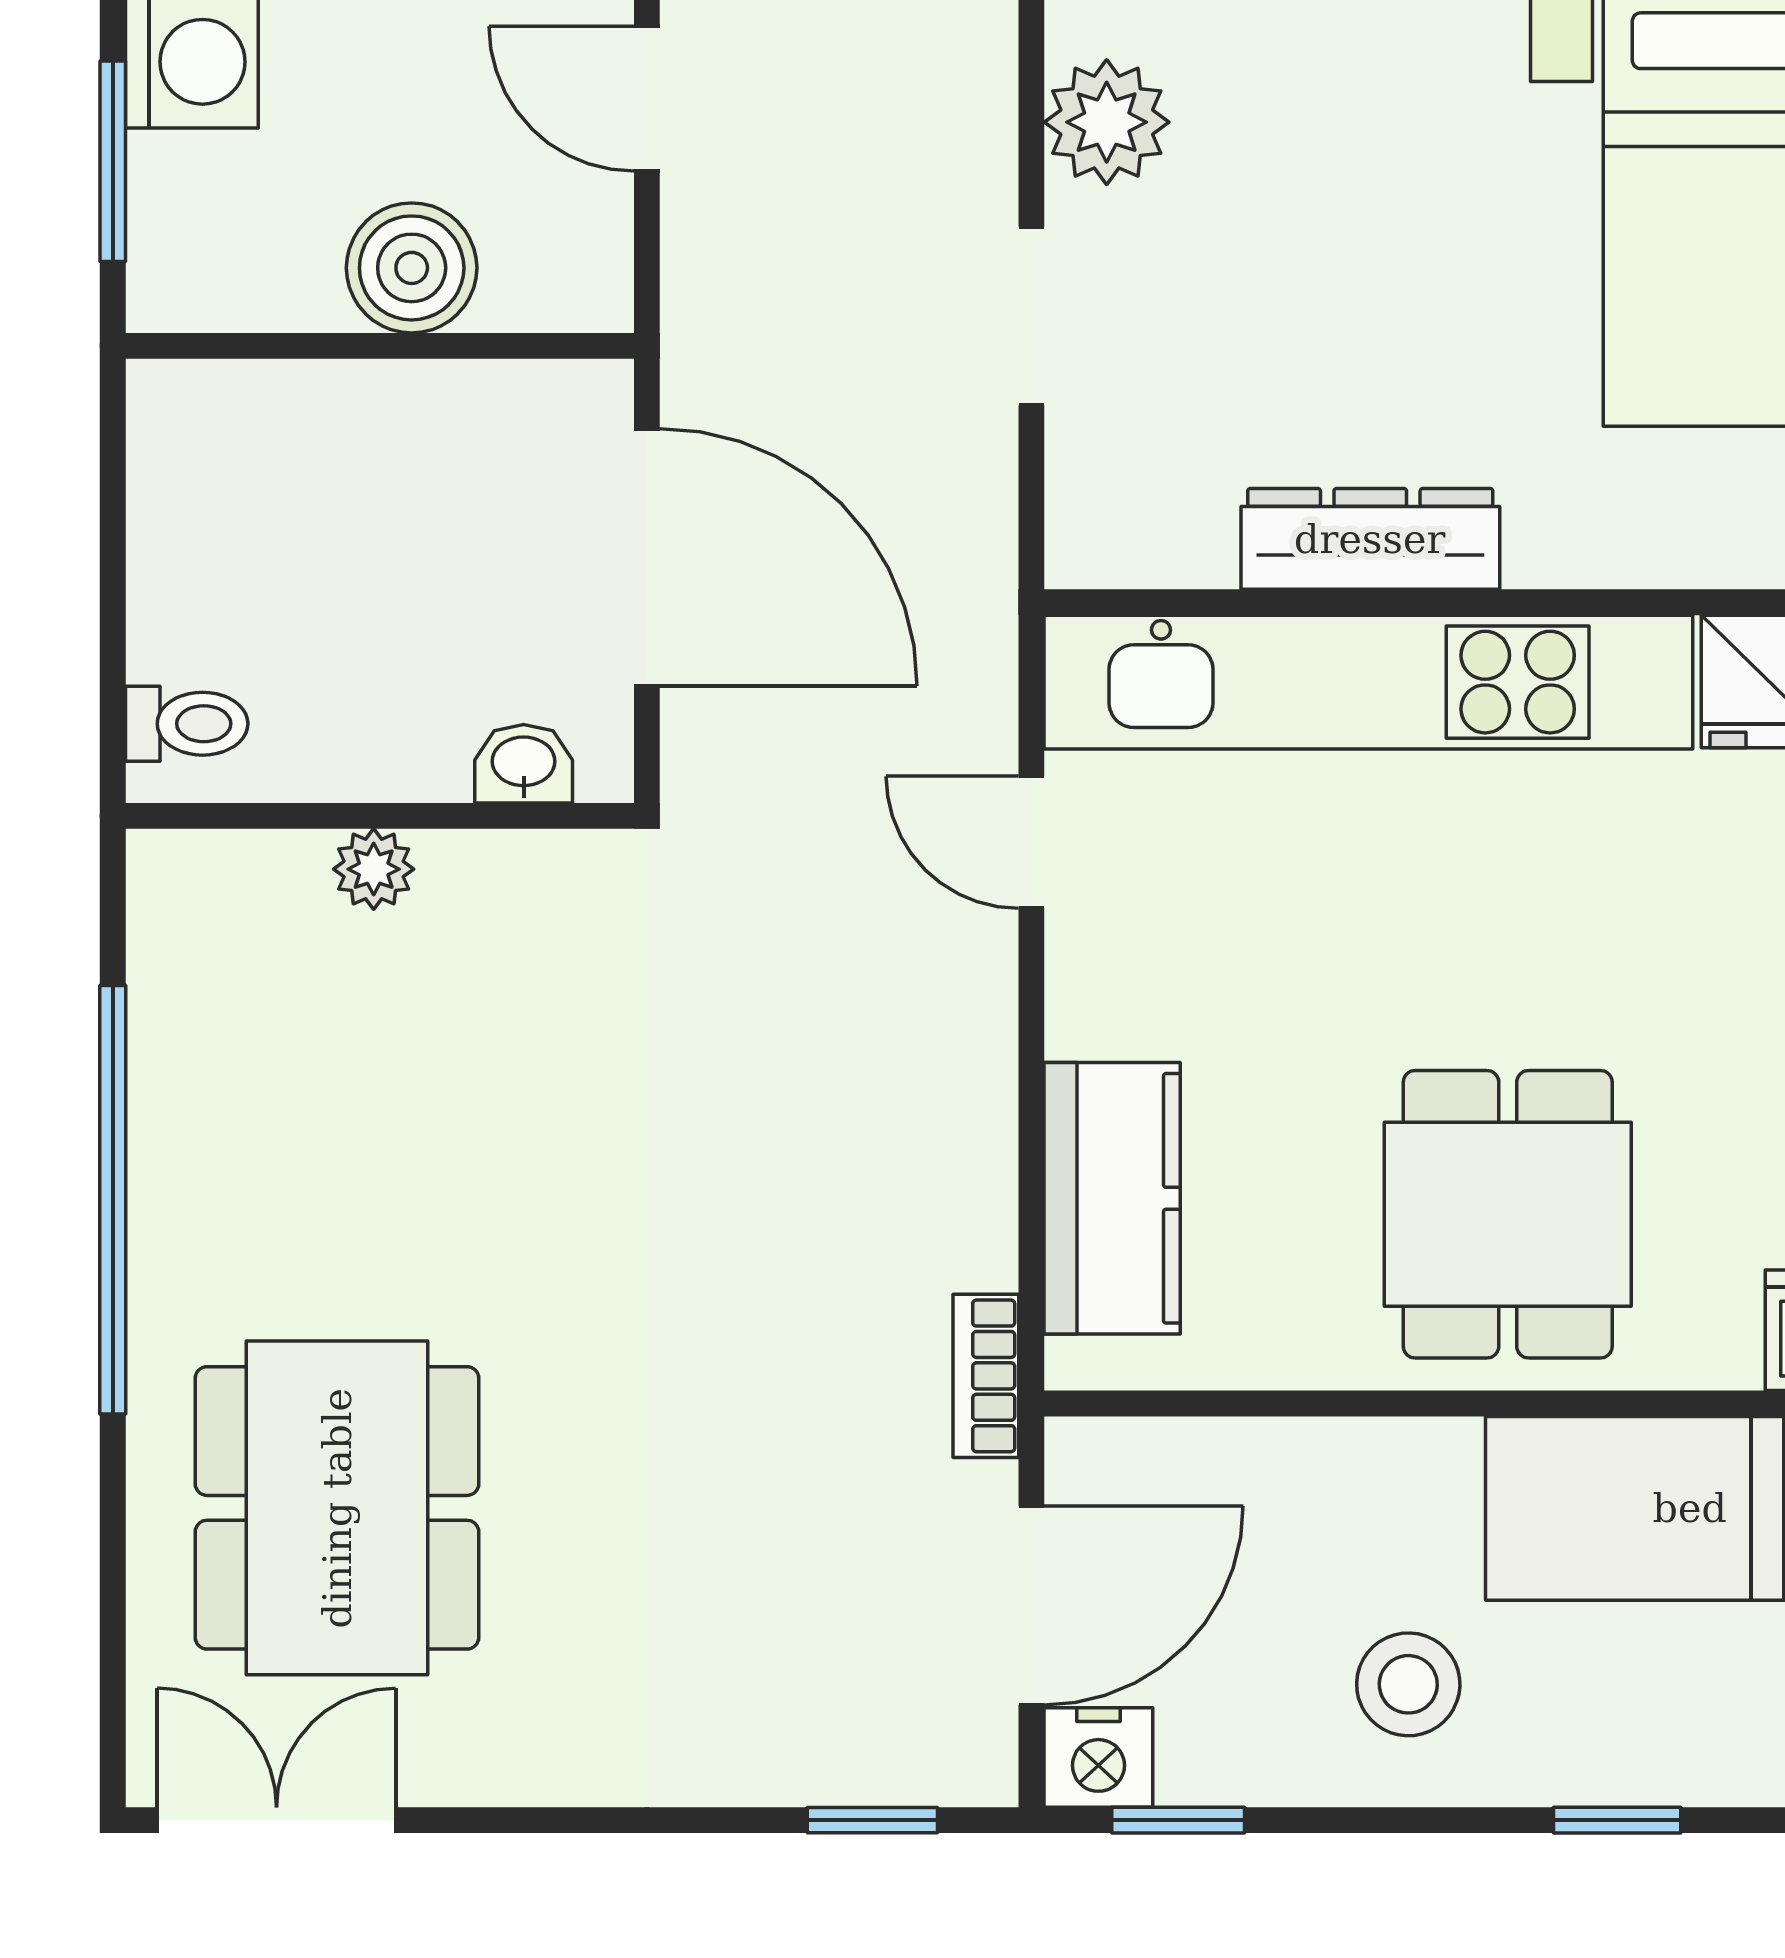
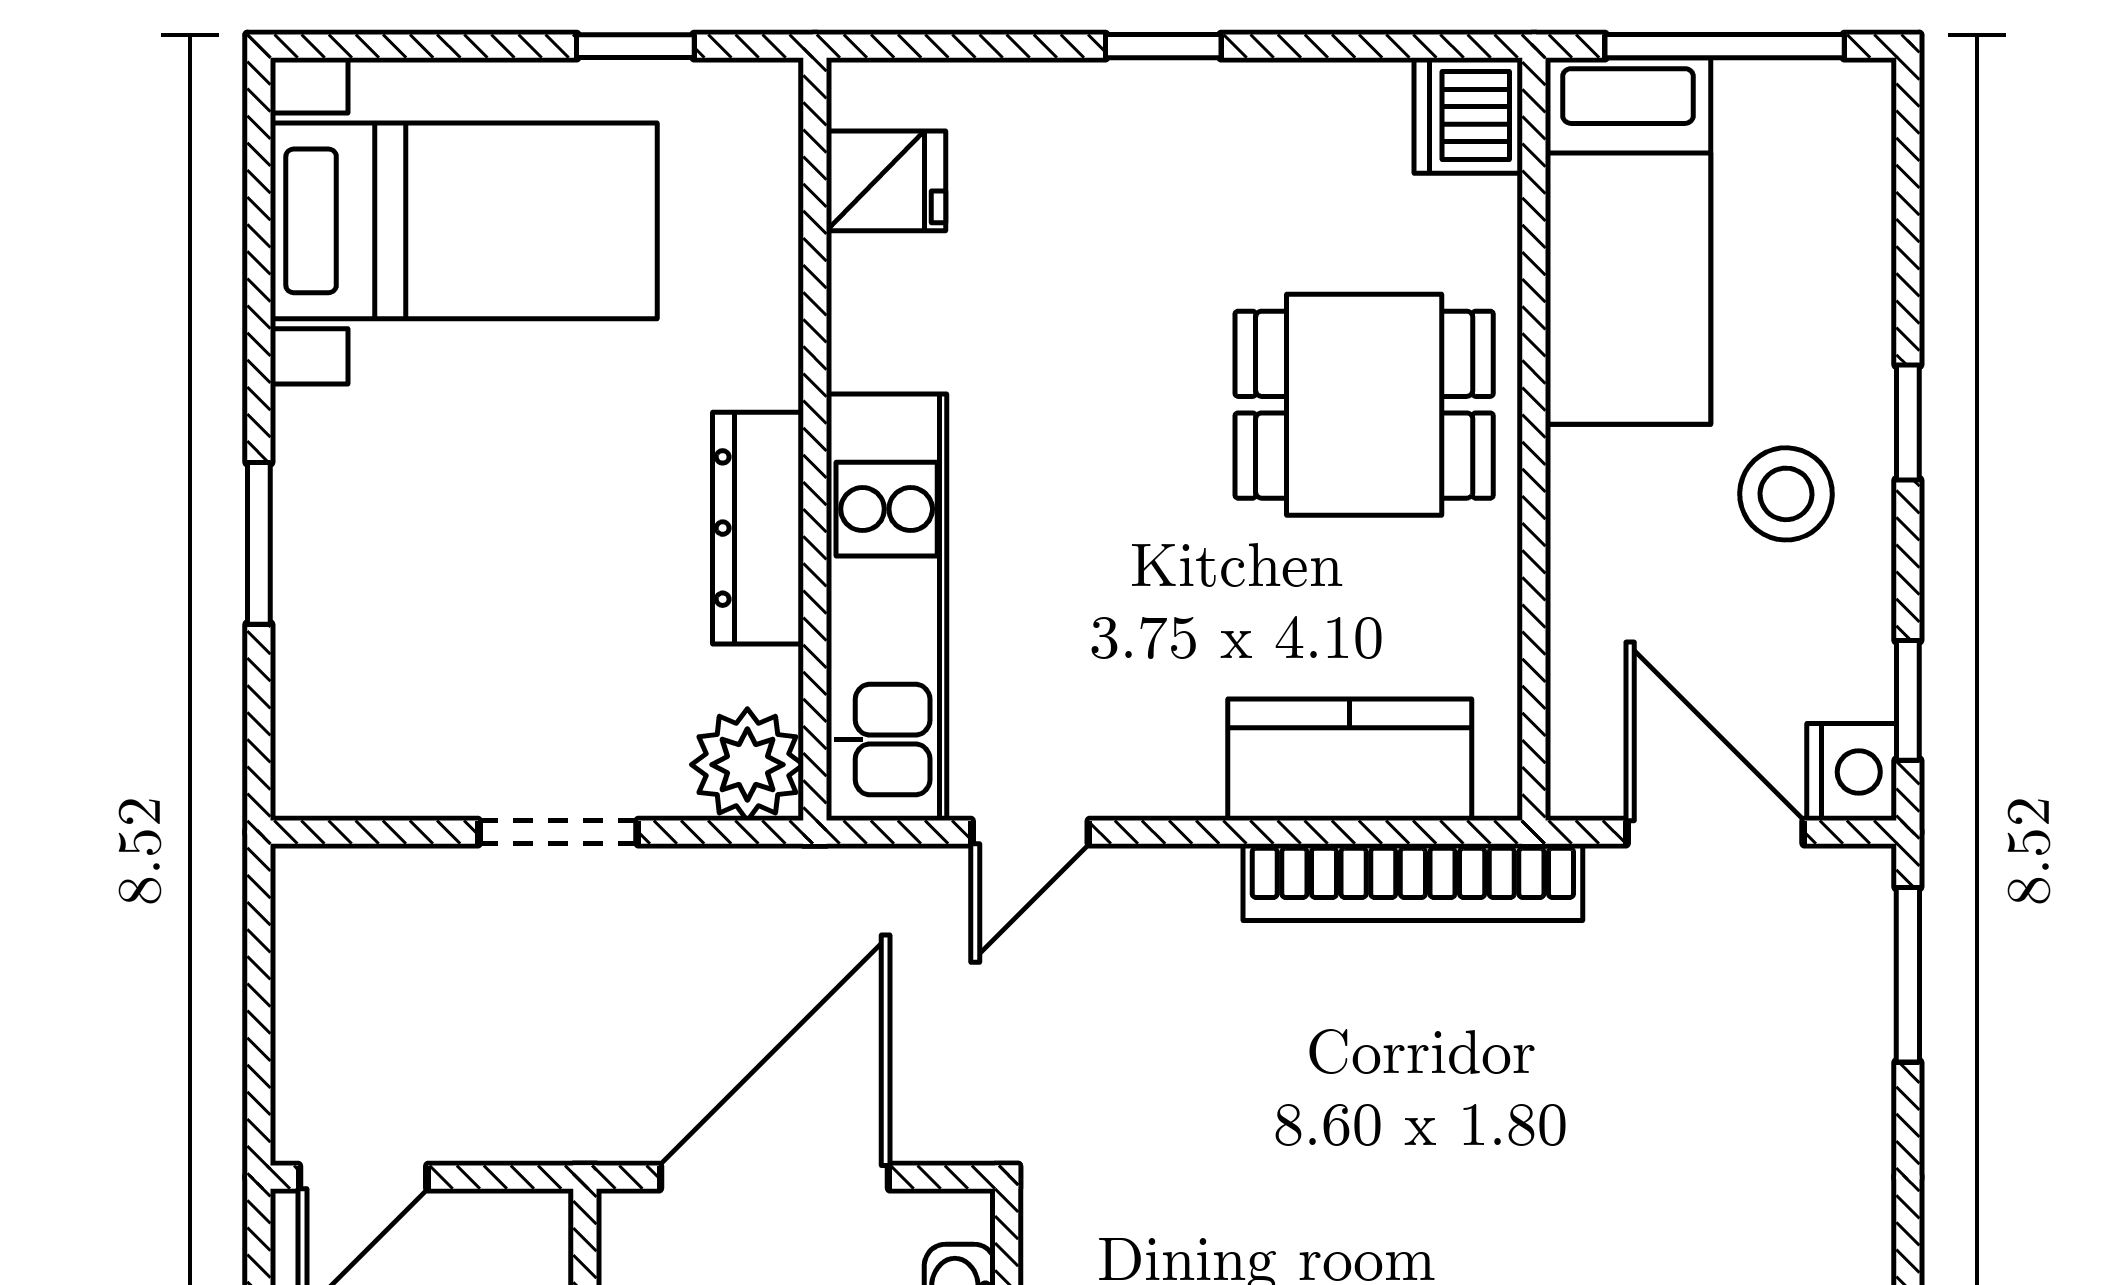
plant: (1107, 122) -> (747, 765), moved
kitchen unit: (1368, 682) -> (887, 607), width x0.73
bookcase: (986, 1376) -> (1413, 882), width x2.31, depth x1.31
window: (872, 1820) -> (1908, 975), width x1.50
window: (1617, 1820) -> (1908, 423), moved

